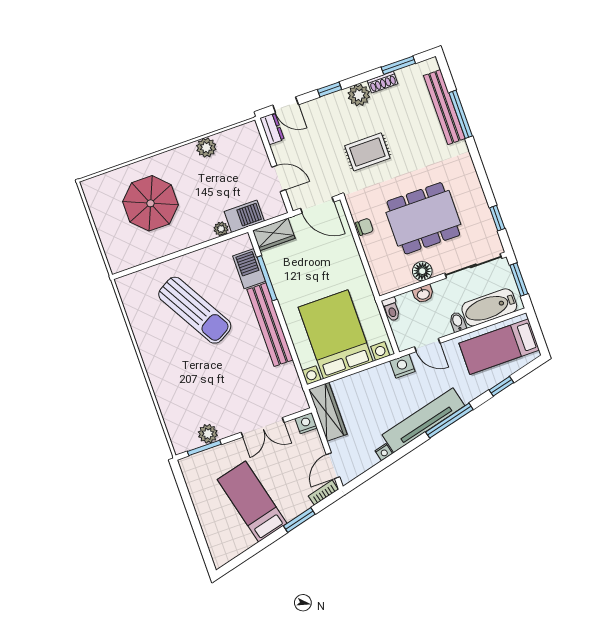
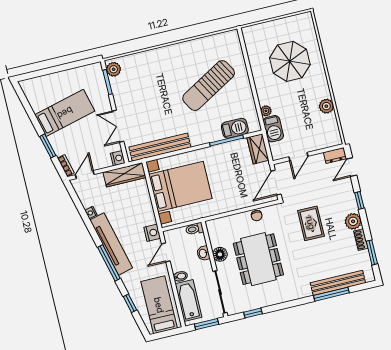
bench: (270, 325) -> (160, 147), moved
plant: (208, 434) -> (114, 69), moved
door: (333, 466) -> (85, 175), hinge flipped

